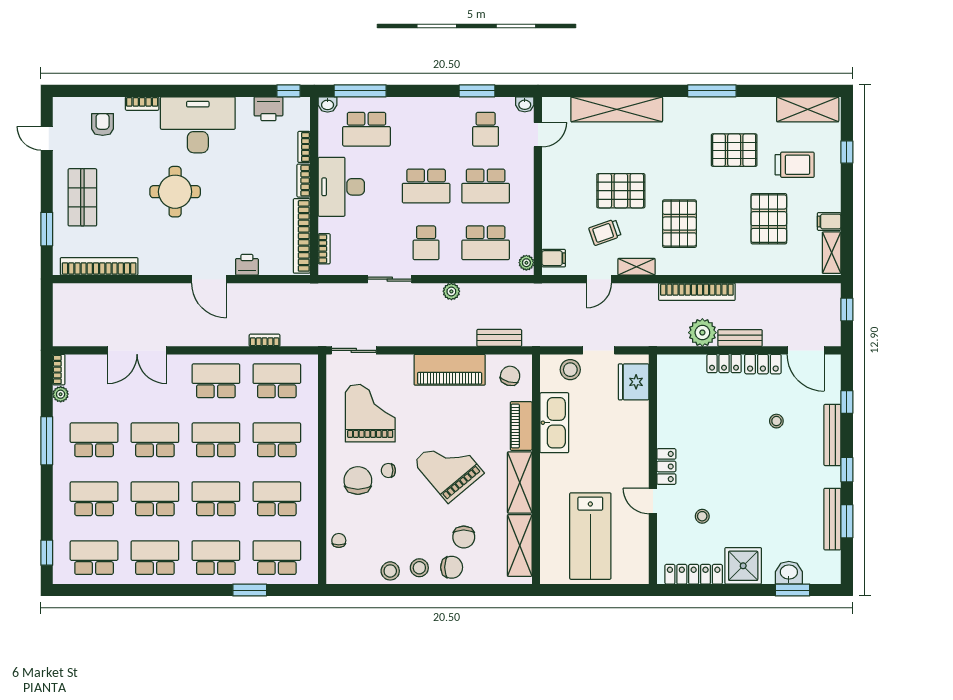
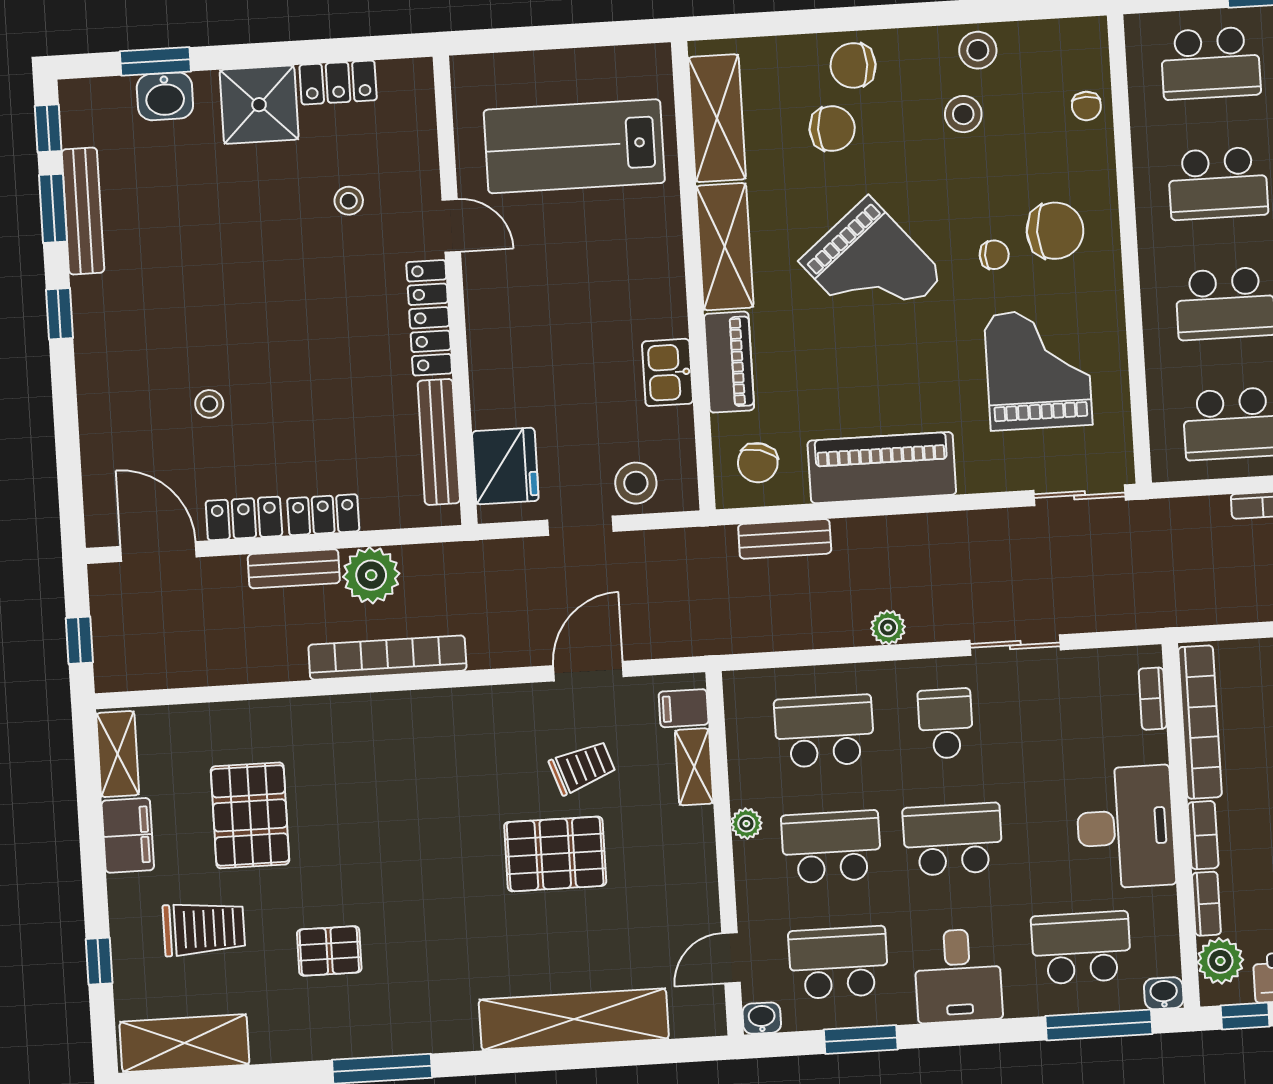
plant: (299, 119) -> (1220, 961), added
desk: (428, 119) -> (958, 976), added
school desk: (486, 129) -> (838, 963), width x1.85
pallet: (734, 150) -> (329, 951), width x0.67, depth x0.71
trolley: (795, 165) -> (204, 929), turned 180
filing cabinet: (829, 221) -> (128, 835), width x2.00
pallet: (679, 224) -> (431, 794), removed
plant: (526, 263) -> (746, 824), moved
shelving: (637, 267) -> (694, 767), moved, turned 90
door: (599, 279) -> (588, 671), width x1.37
window: (847, 402) -> (48, 128), moved
grand piano: (370, 413) -> (1038, 369), turned 180
kitchen sink: (554, 423) -> (667, 372), width x0.53, depth x0.81
bench: (832, 435) -> (439, 442), moved
locker: (666, 466) -> (429, 318), width x1.53
chair: (358, 480) -> (1055, 231), turned -90
lab bench: (590, 536) -> (574, 146), turned -90
chair: (464, 537) -> (832, 129), turned 90
stool: (419, 568) -> (963, 114), moved
locker: (694, 574) -> (338, 83), width x0.66

